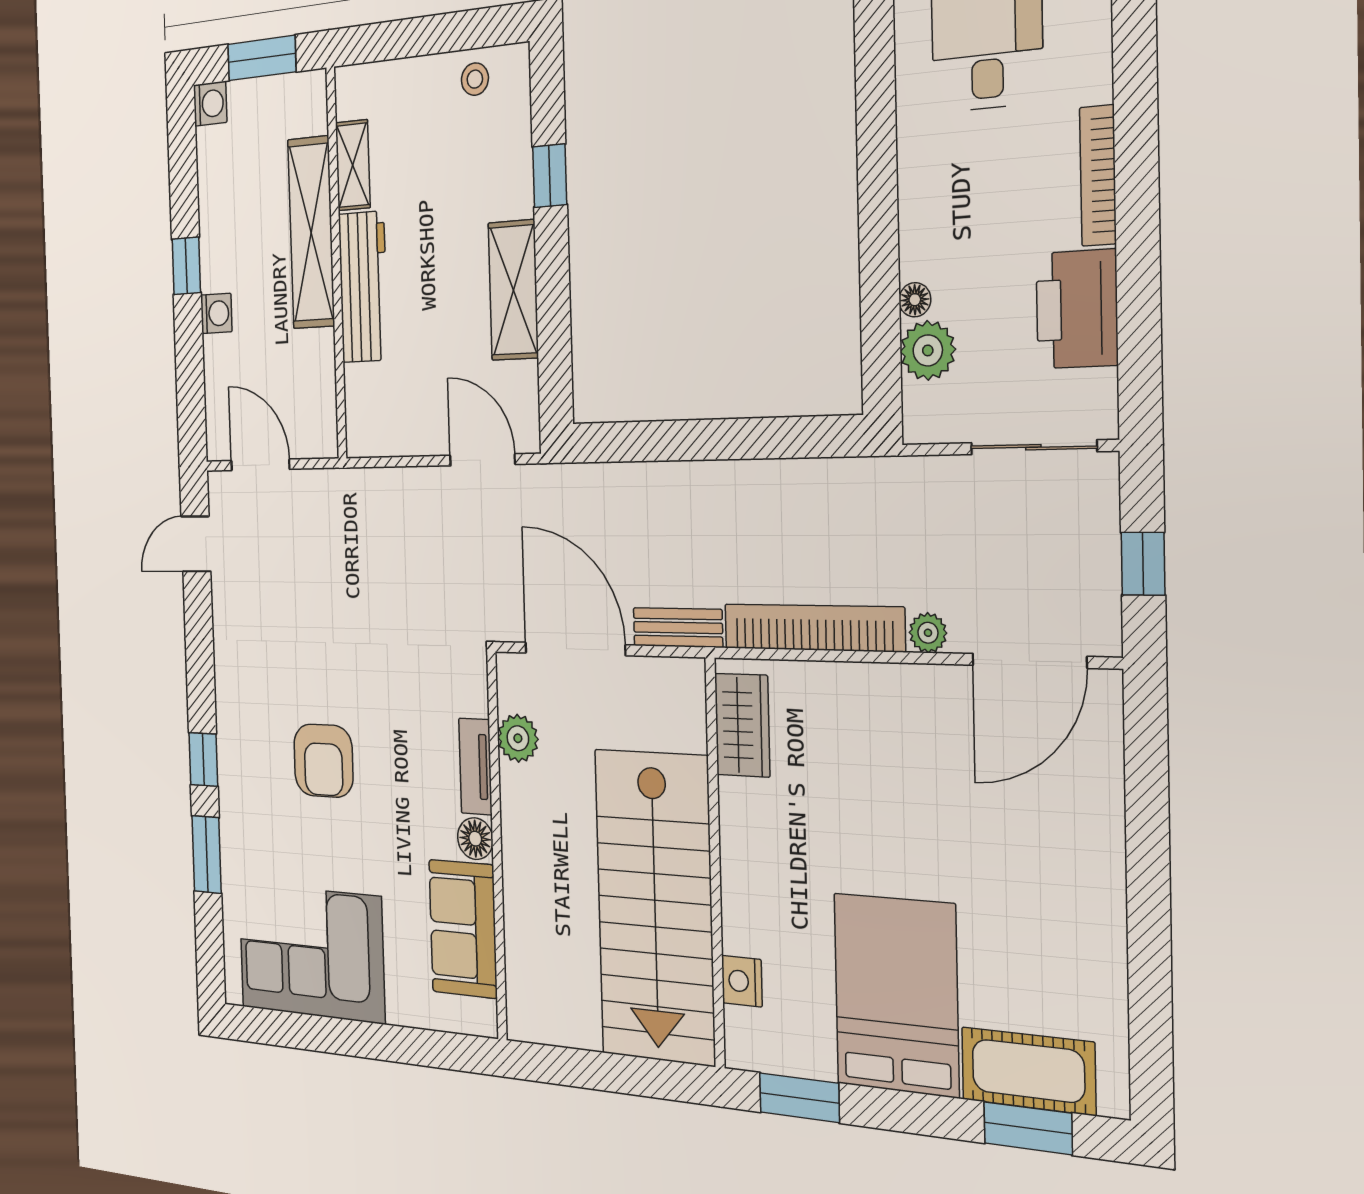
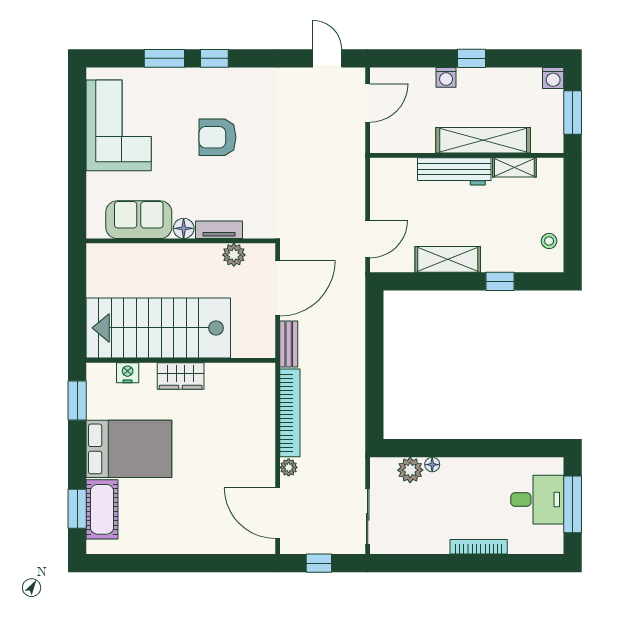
printer: (1077, 309) -> (424, 537), removed
wardrobe: (742, 725) -> (181, 376), moved

